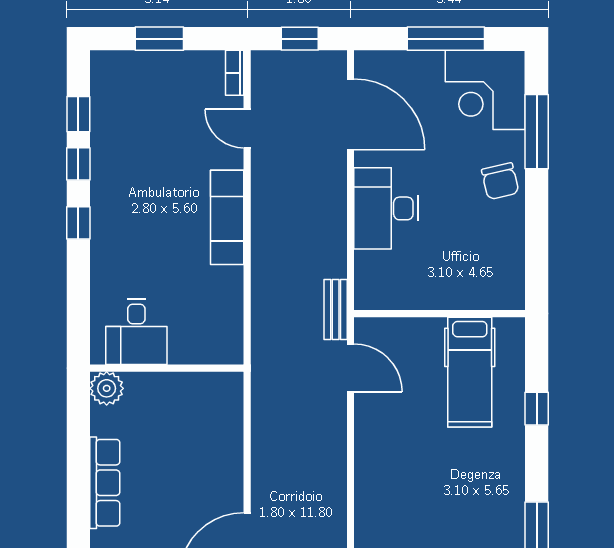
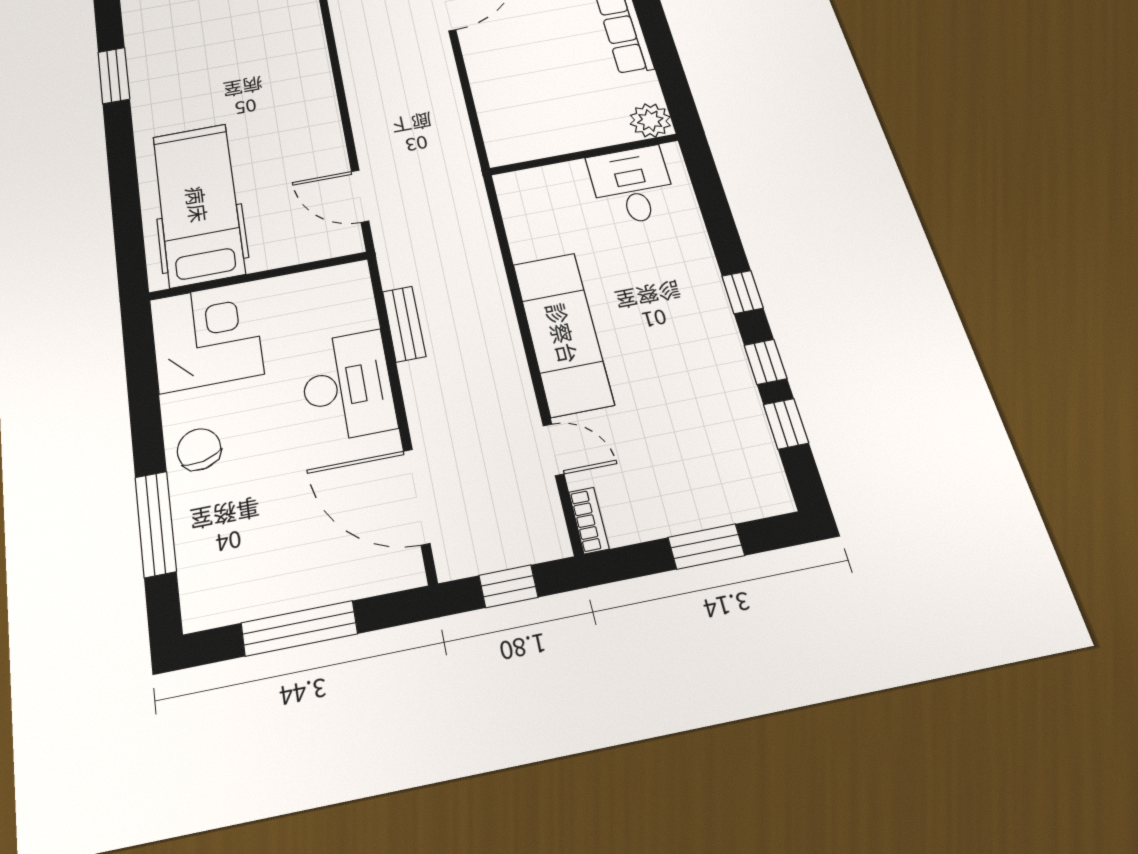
corner desk: (485, 90) -> (206, 337), moved
exam couch: (227, 217) -> (563, 333), width x1.36, depth x1.45
bench: (336, 310) -> (404, 324), moved
hospital bed: (470, 372) -> (198, 204), width x1.37, depth x1.29
window: (537, 409) -> (125, 195), removed

